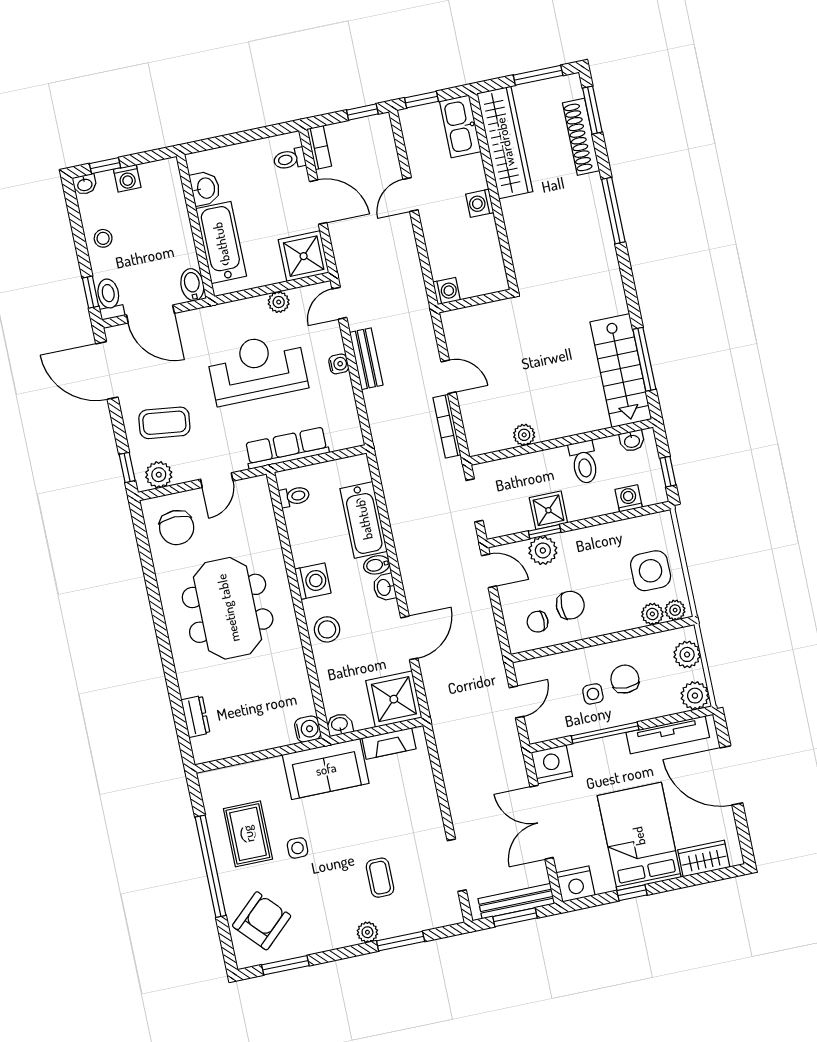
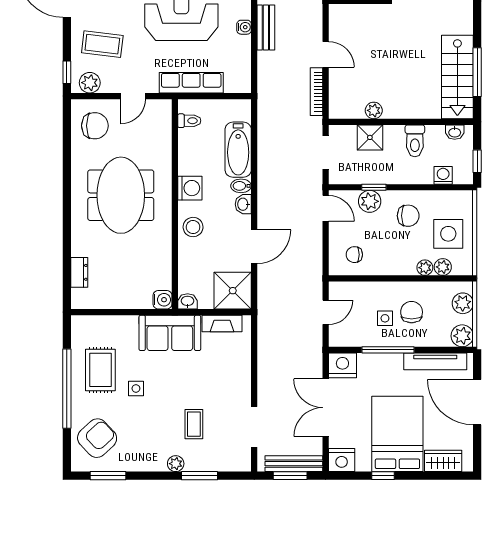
shower: (548, 510) -> (370, 137), moved
chair: (177, 528) -> (95, 126), turned -90
chair: (570, 605) -> (408, 216), moved
plant: (675, 610) -> (425, 268), moved

